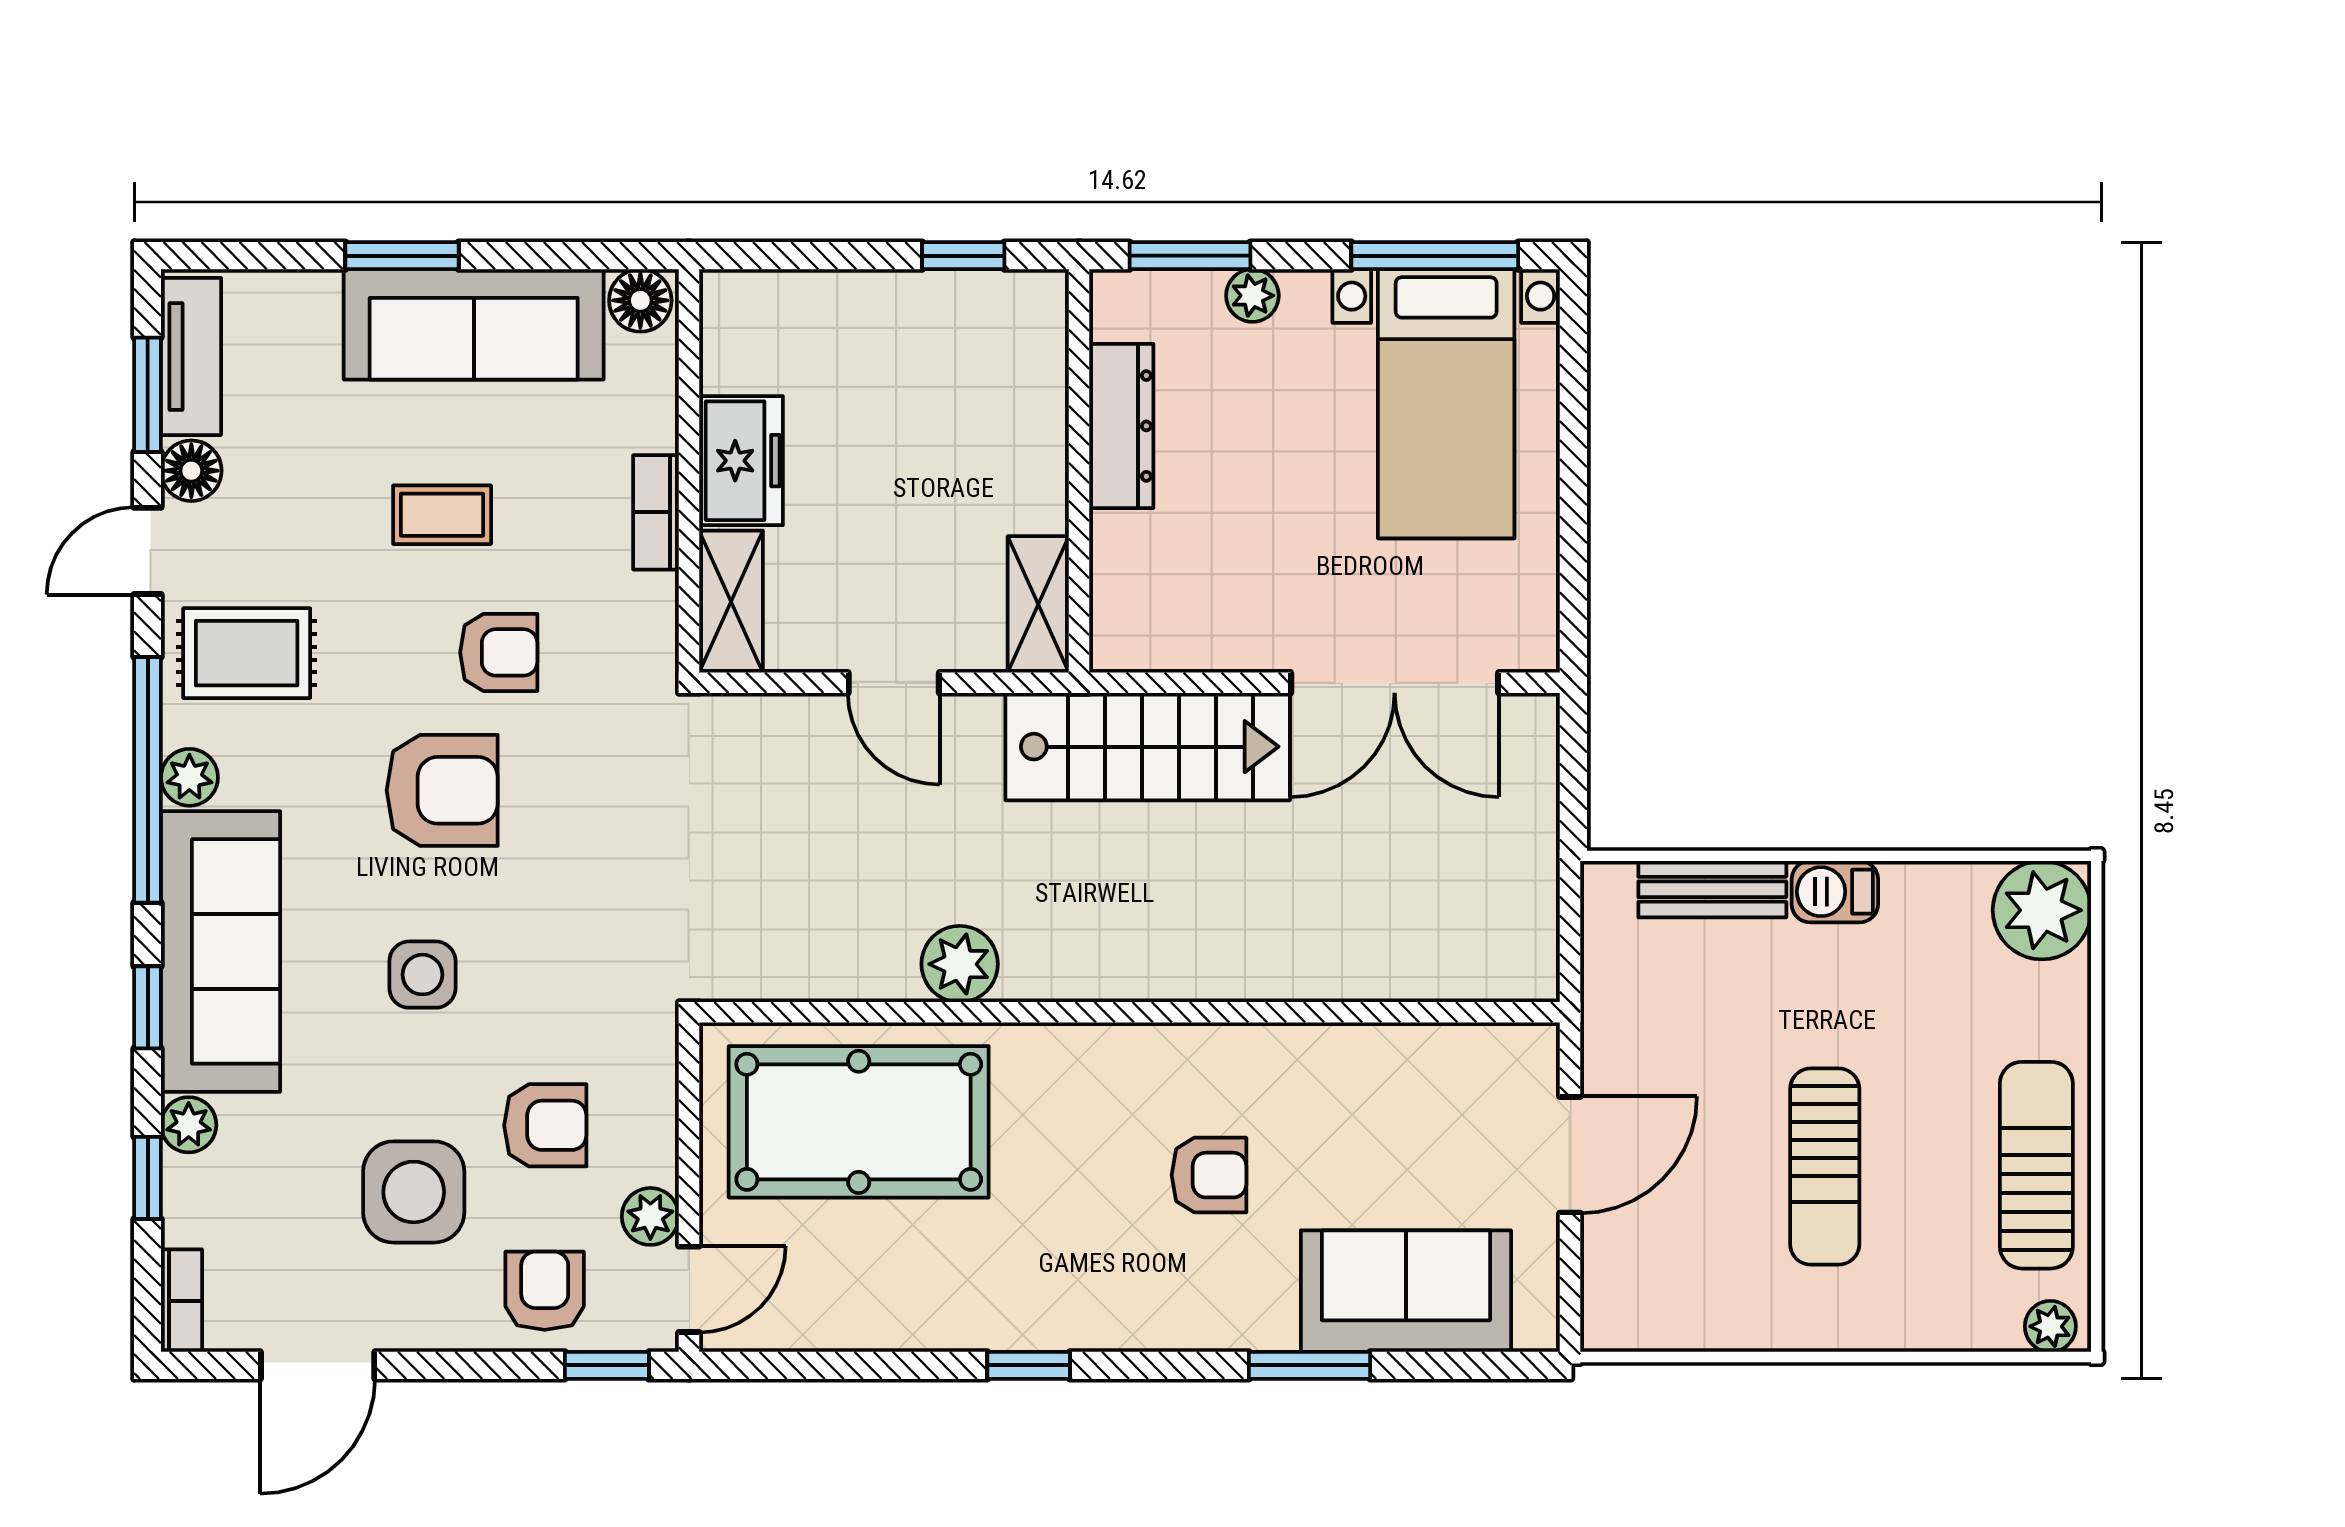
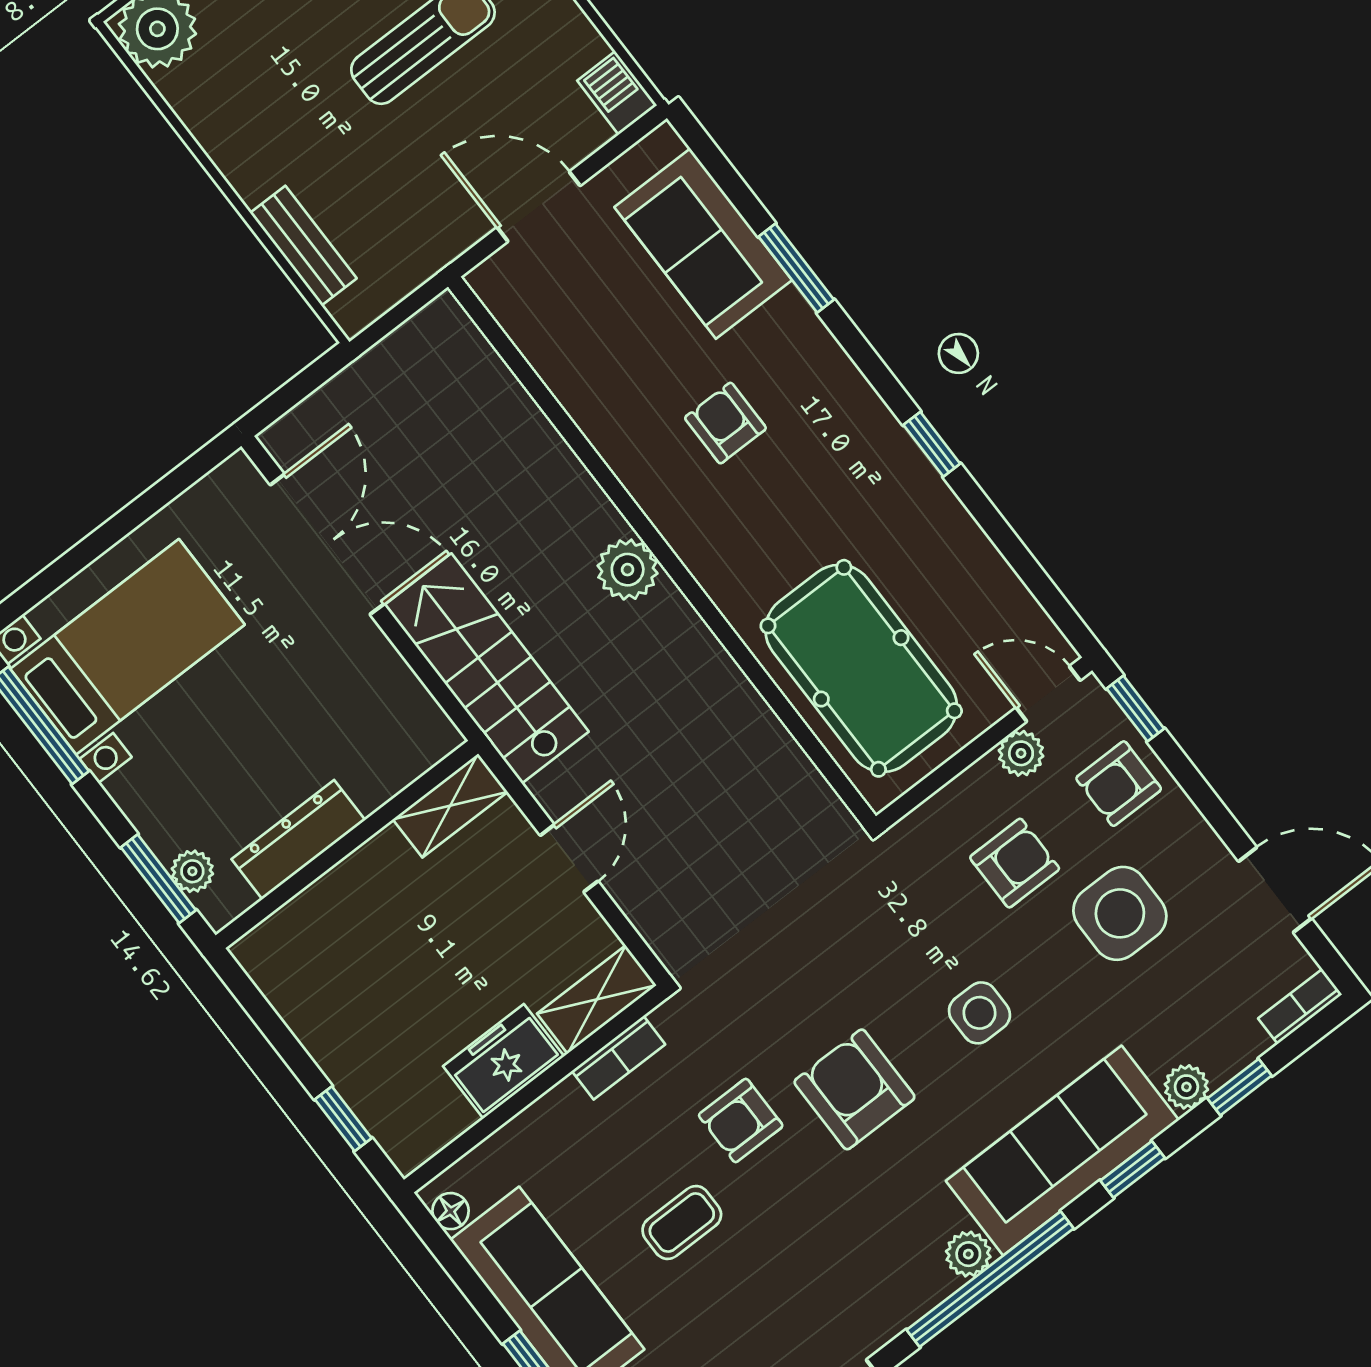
window: (963, 256) -> (343, 1119), moved
plant: (1252, 296) -> (192, 871), moved
floor lamp: (640, 300) -> (451, 1211), width x0.73, depth x0.73
bookcase: (656, 512) -> (618, 1058), moved
coffee table: (442, 515) -> (682, 1223), turned 90
armchair: (499, 652) -> (741, 1120), turned -90
rug: (247, 653) -> (863, 1278), removed
barbecue: (1835, 892) -> (617, 93), moved, turned 180
plant: (960, 964) -> (628, 570), moved
armchair: (545, 1125) -> (1015, 863), turned 90

